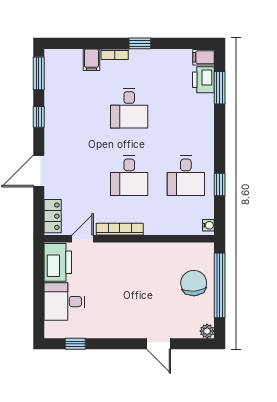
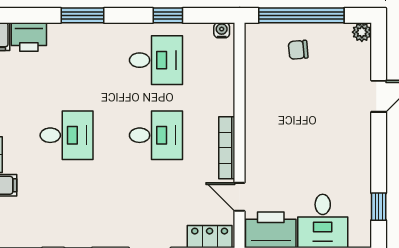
window: (220, 88) -> (82, 15), moved
chair: (194, 283) -> (298, 50), width x0.54, depth x0.54

